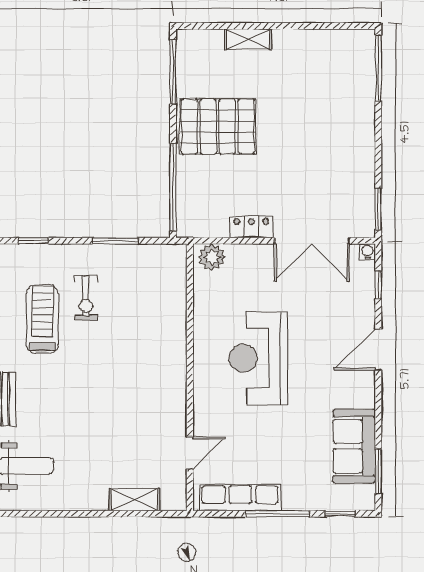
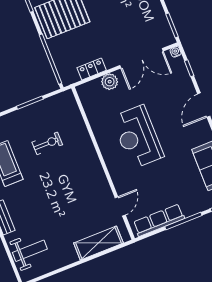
locker: (251, 227) -> (92, 69), moved
plant: (212, 257) -> (110, 82), moved
exercise bike: (86, 298) -> (47, 143), moved, turned -90
shelving: (135, 500) -> (98, 243), width x1.50, depth x1.33

